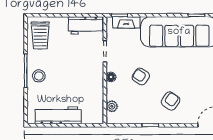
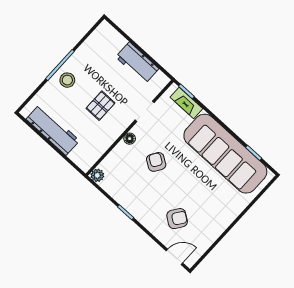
workbench: (85, 25) -> (137, 63), moved
trolley: (40, 36) -> (101, 46), removed
pallet: (74, 73) -> (101, 106), added
armchair: (171, 101) -> (177, 219), moved
plant: (112, 106) -> (97, 175), moved

